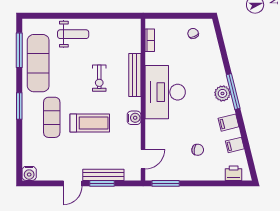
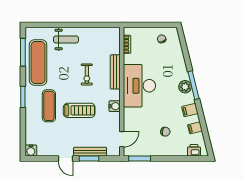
door: (73, 183) -> (66, 159), hinge flipped

